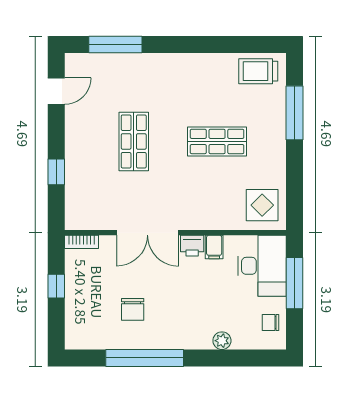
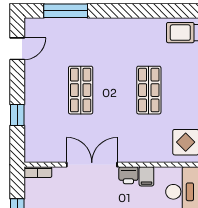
shop shelf: (217, 141) -> (149, 90), turned 90
double door: (147, 233) -> (92, 165), swing flipped

